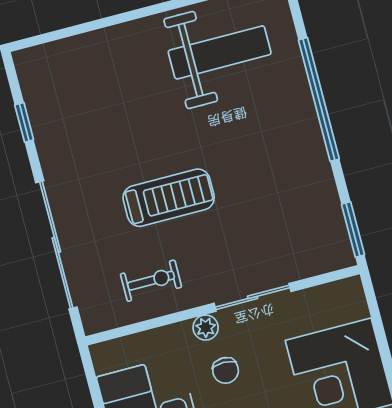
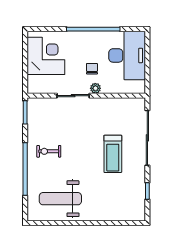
treadmill: (169, 198) -> (113, 154), moved, turned -90
exercise bike: (151, 281) -> (49, 151), moved

